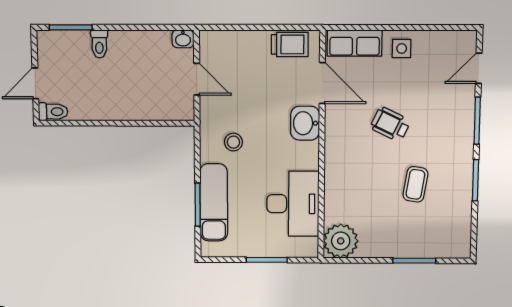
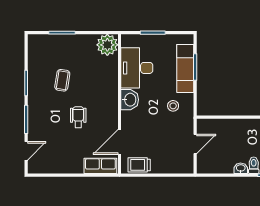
washbasin: (183, 39) -> (241, 168), moved
side table: (402, 48) -> (72, 163), removed
door: (197, 79) -> (195, 144), swing flipped
door: (322, 83) -> (119, 142), hinge flipped
washbasin: (305, 123) -> (130, 100), moved
wheelchair: (390, 124) -> (78, 117), turned -116

